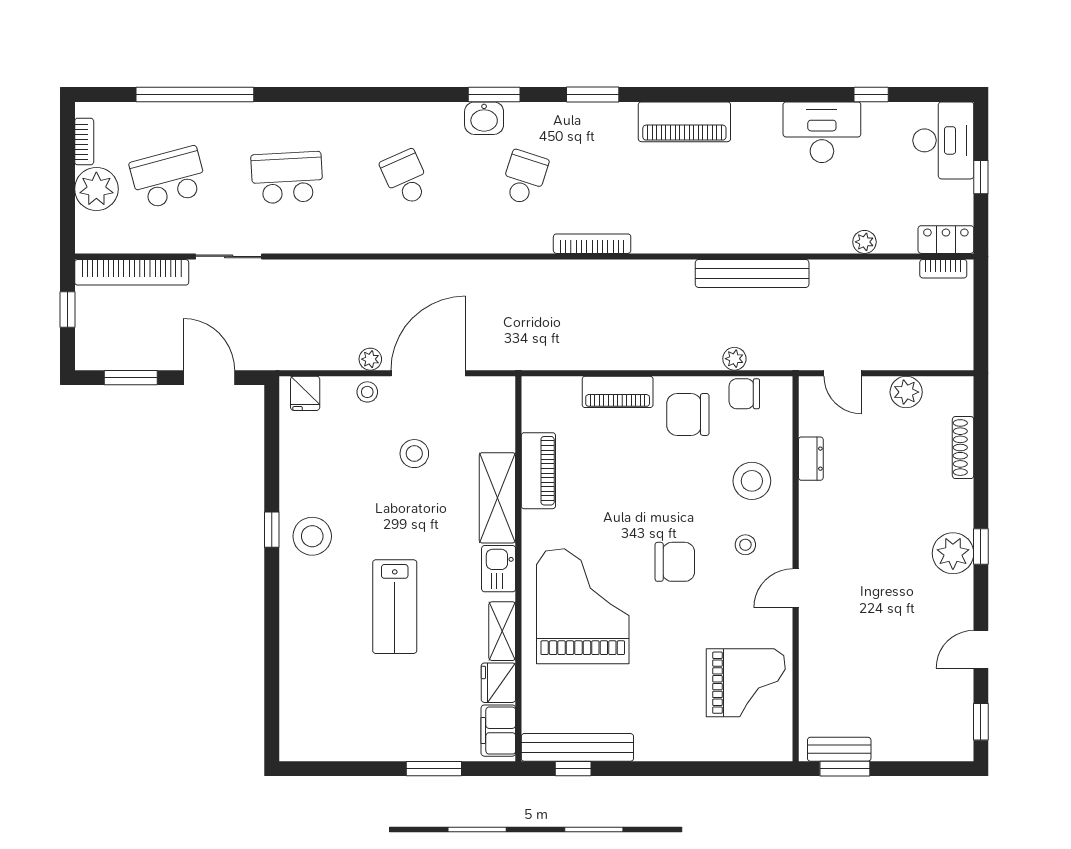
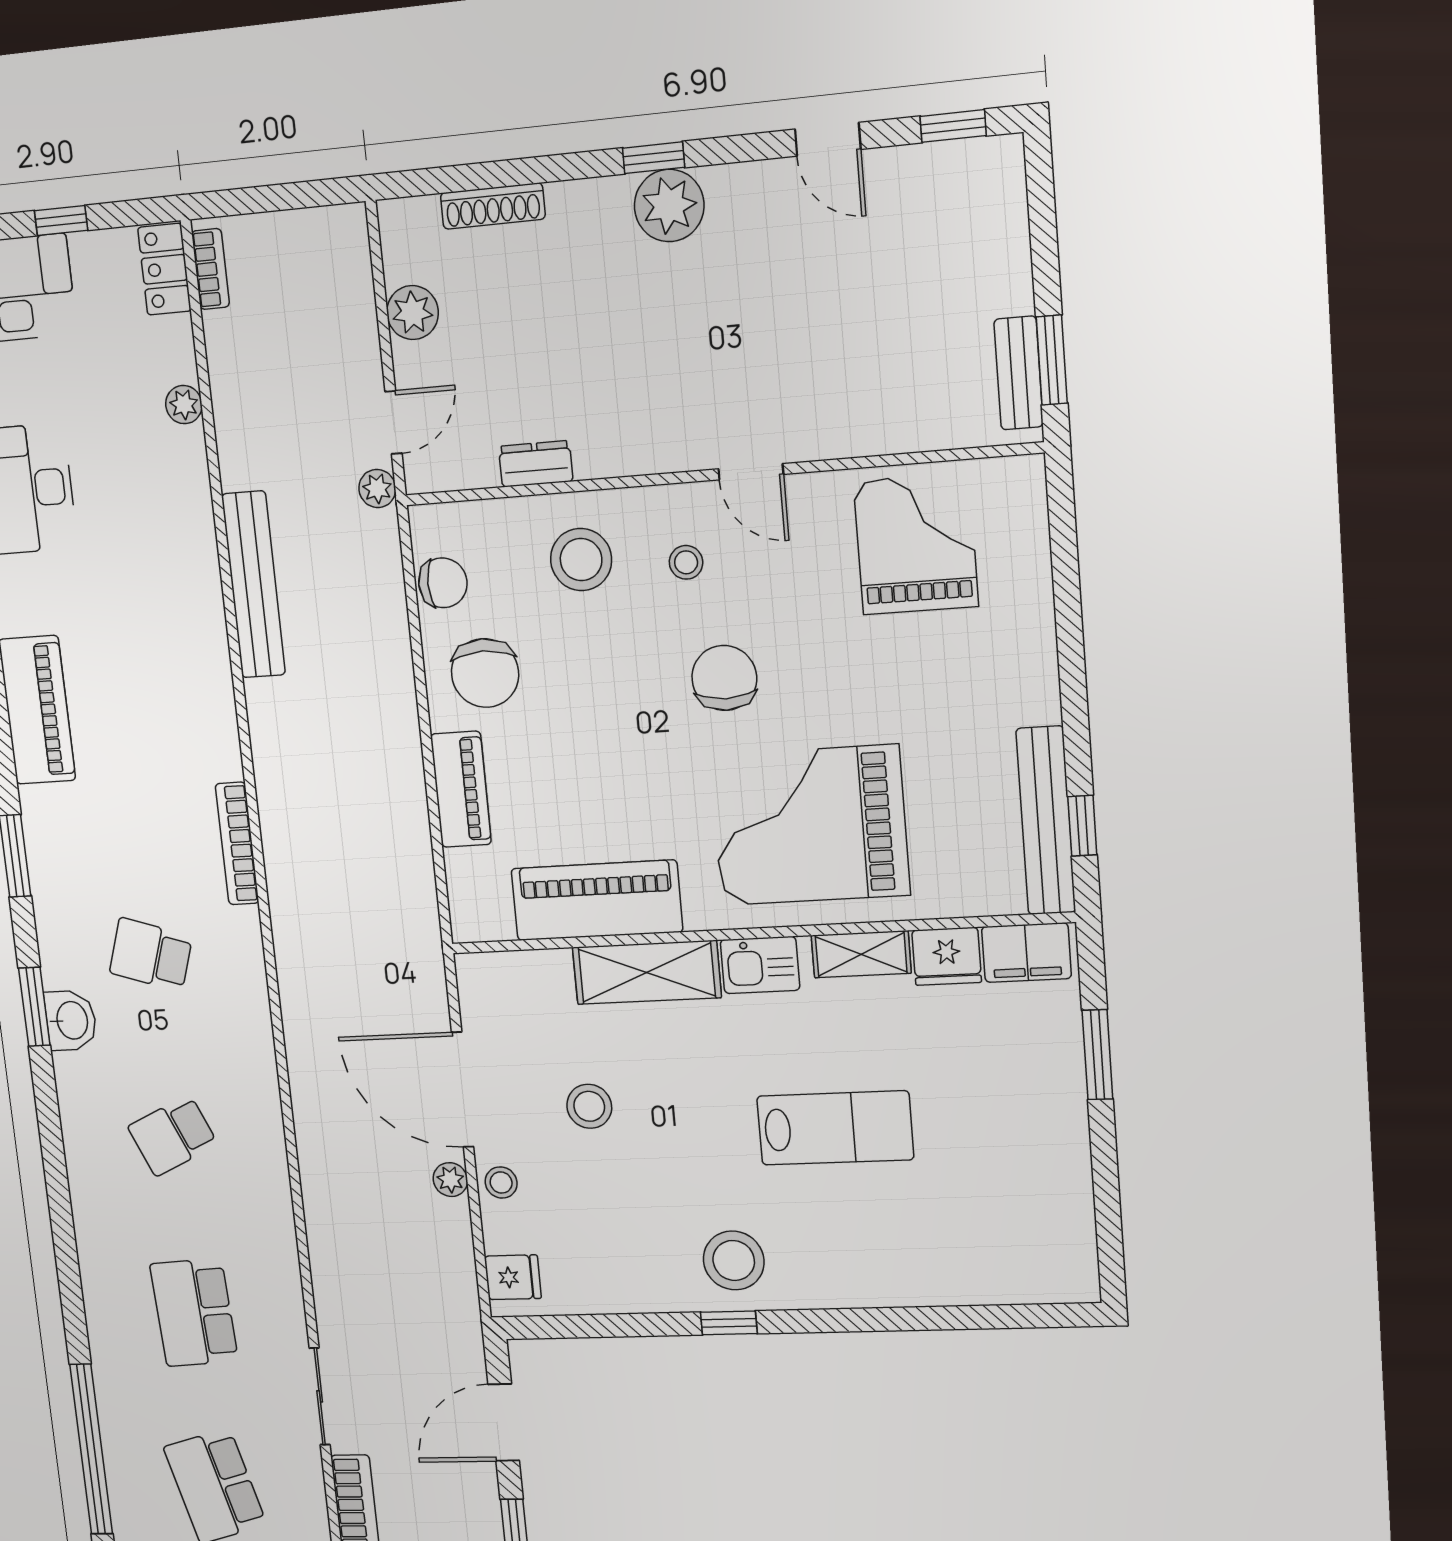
plant: (734, 359) -> (377, 489), moved
chair: (744, 394) -> (443, 583), turned -90
piano: (538, 471) -> (597, 900), width x1.37, depth x1.33

